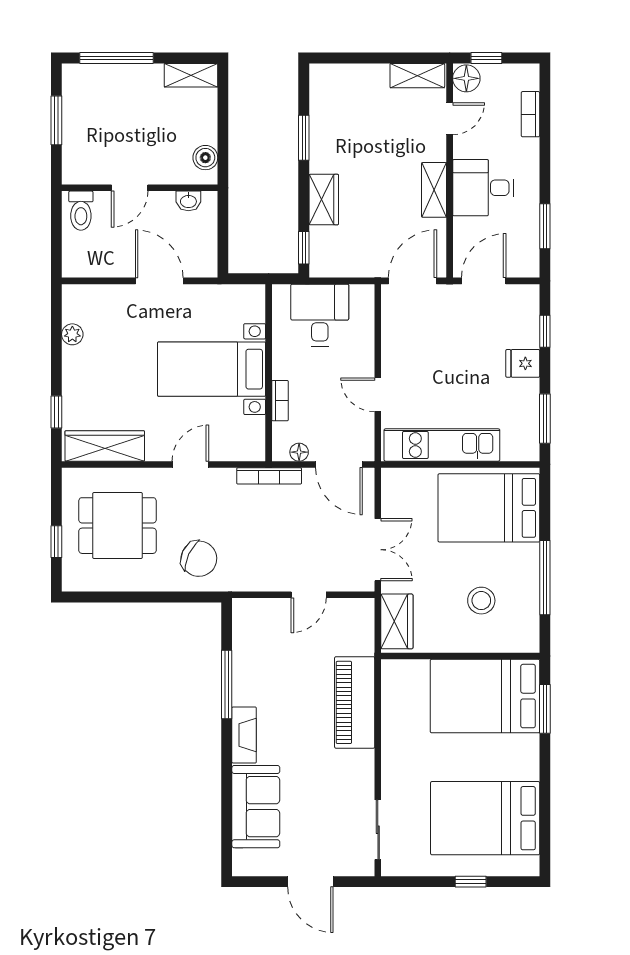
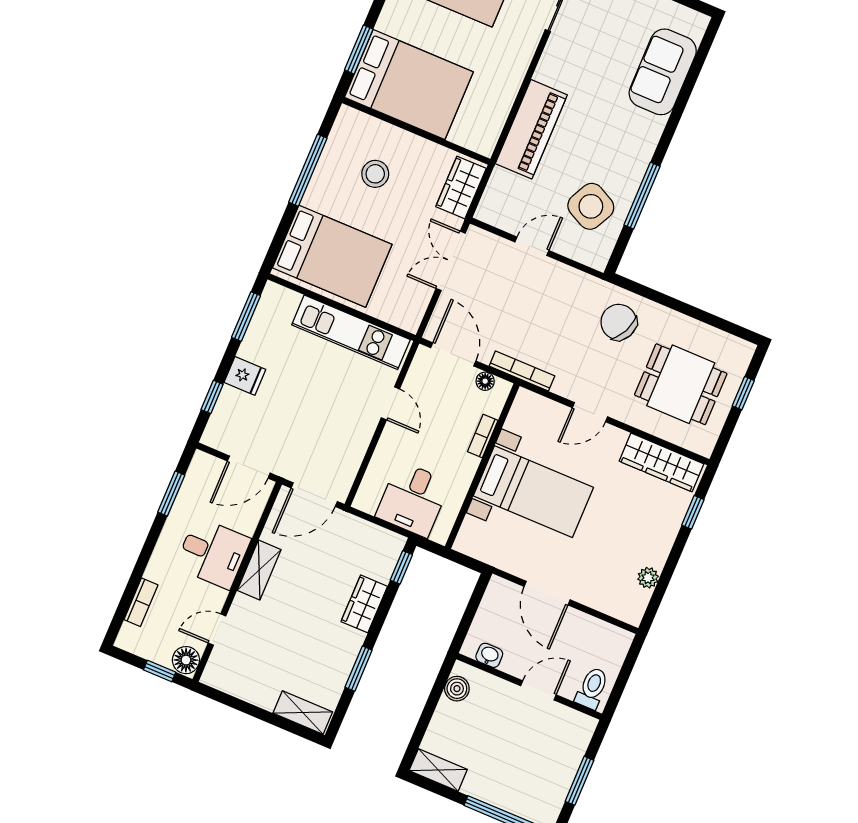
shelving: (417, 76) -> (303, 712), moved
side table: (270, 655) -> (591, 206), added
fireplace: (244, 735) -> (646, 142), removed

